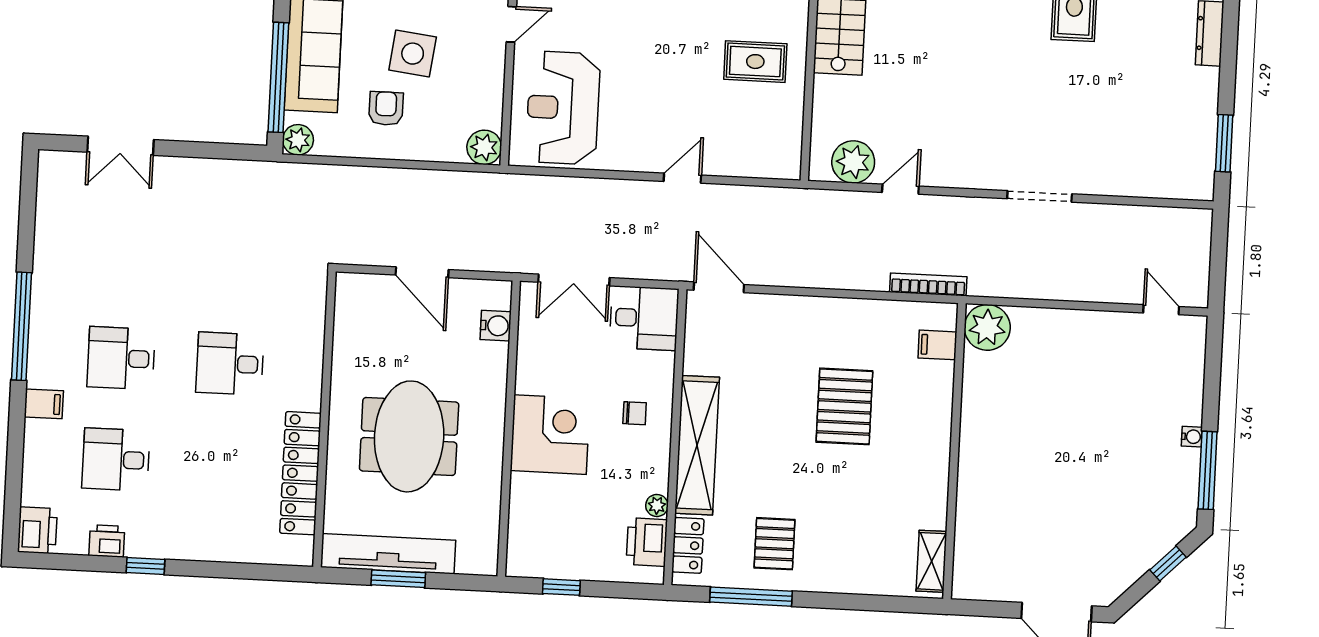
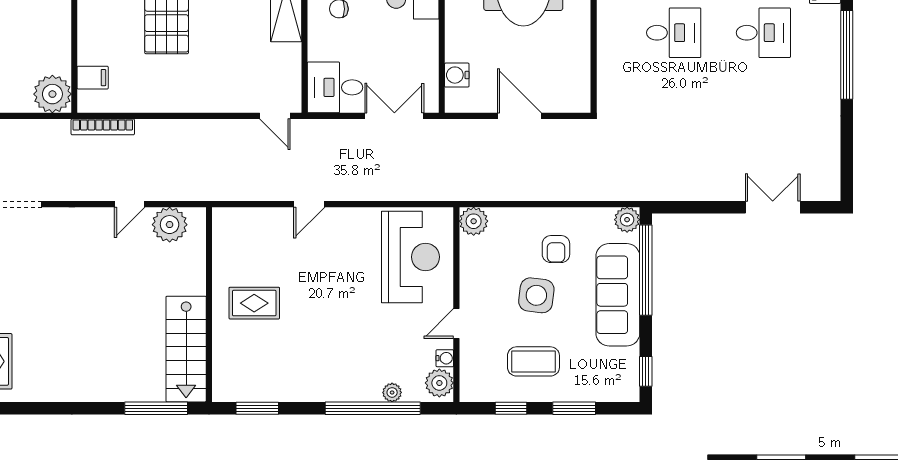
door: (719, 287) -> (275, 116), width x0.73

